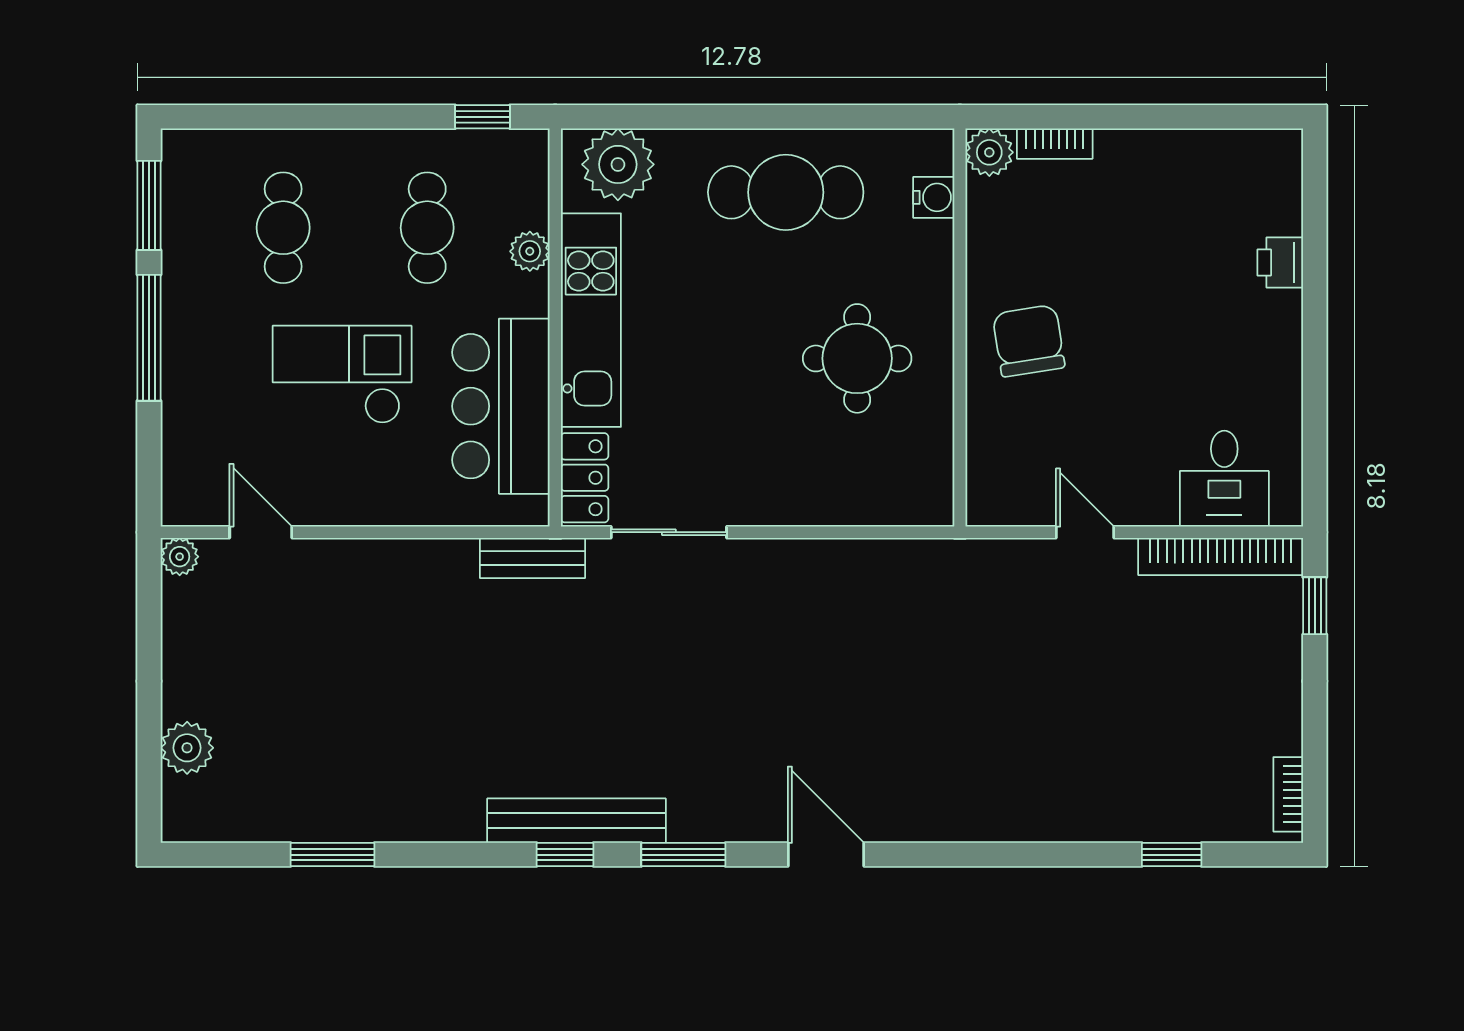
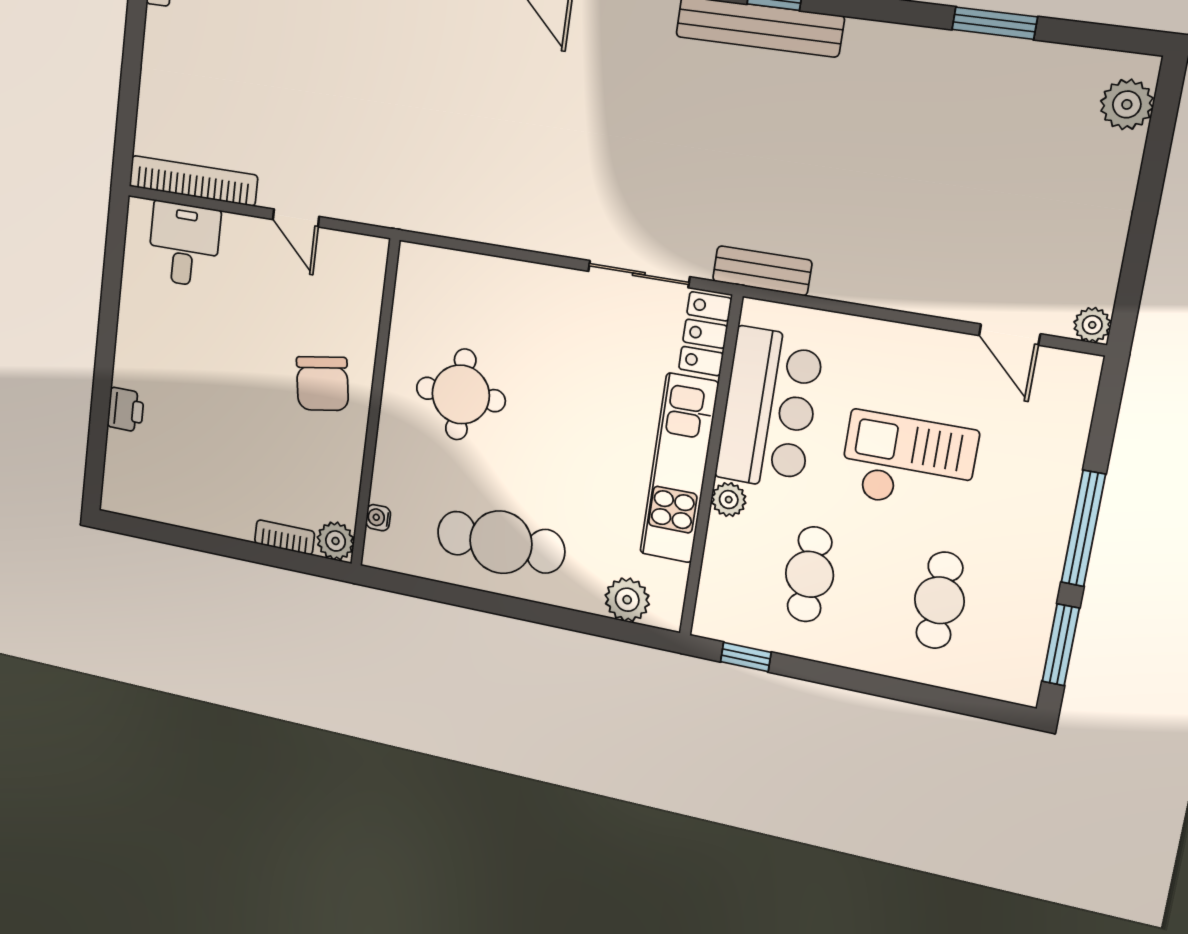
plant: (618, 164) -> (627, 600), width x0.73, depth x0.73
water cooler: (934, 197) -> (378, 518), width x0.72, depth x0.72
plant: (530, 251) -> (729, 500), moved
checkout: (342, 374) -> (908, 462), turned 180
window: (1315, 606) -> (126, 129), removed
plant: (187, 748) -> (1127, 104), moved

